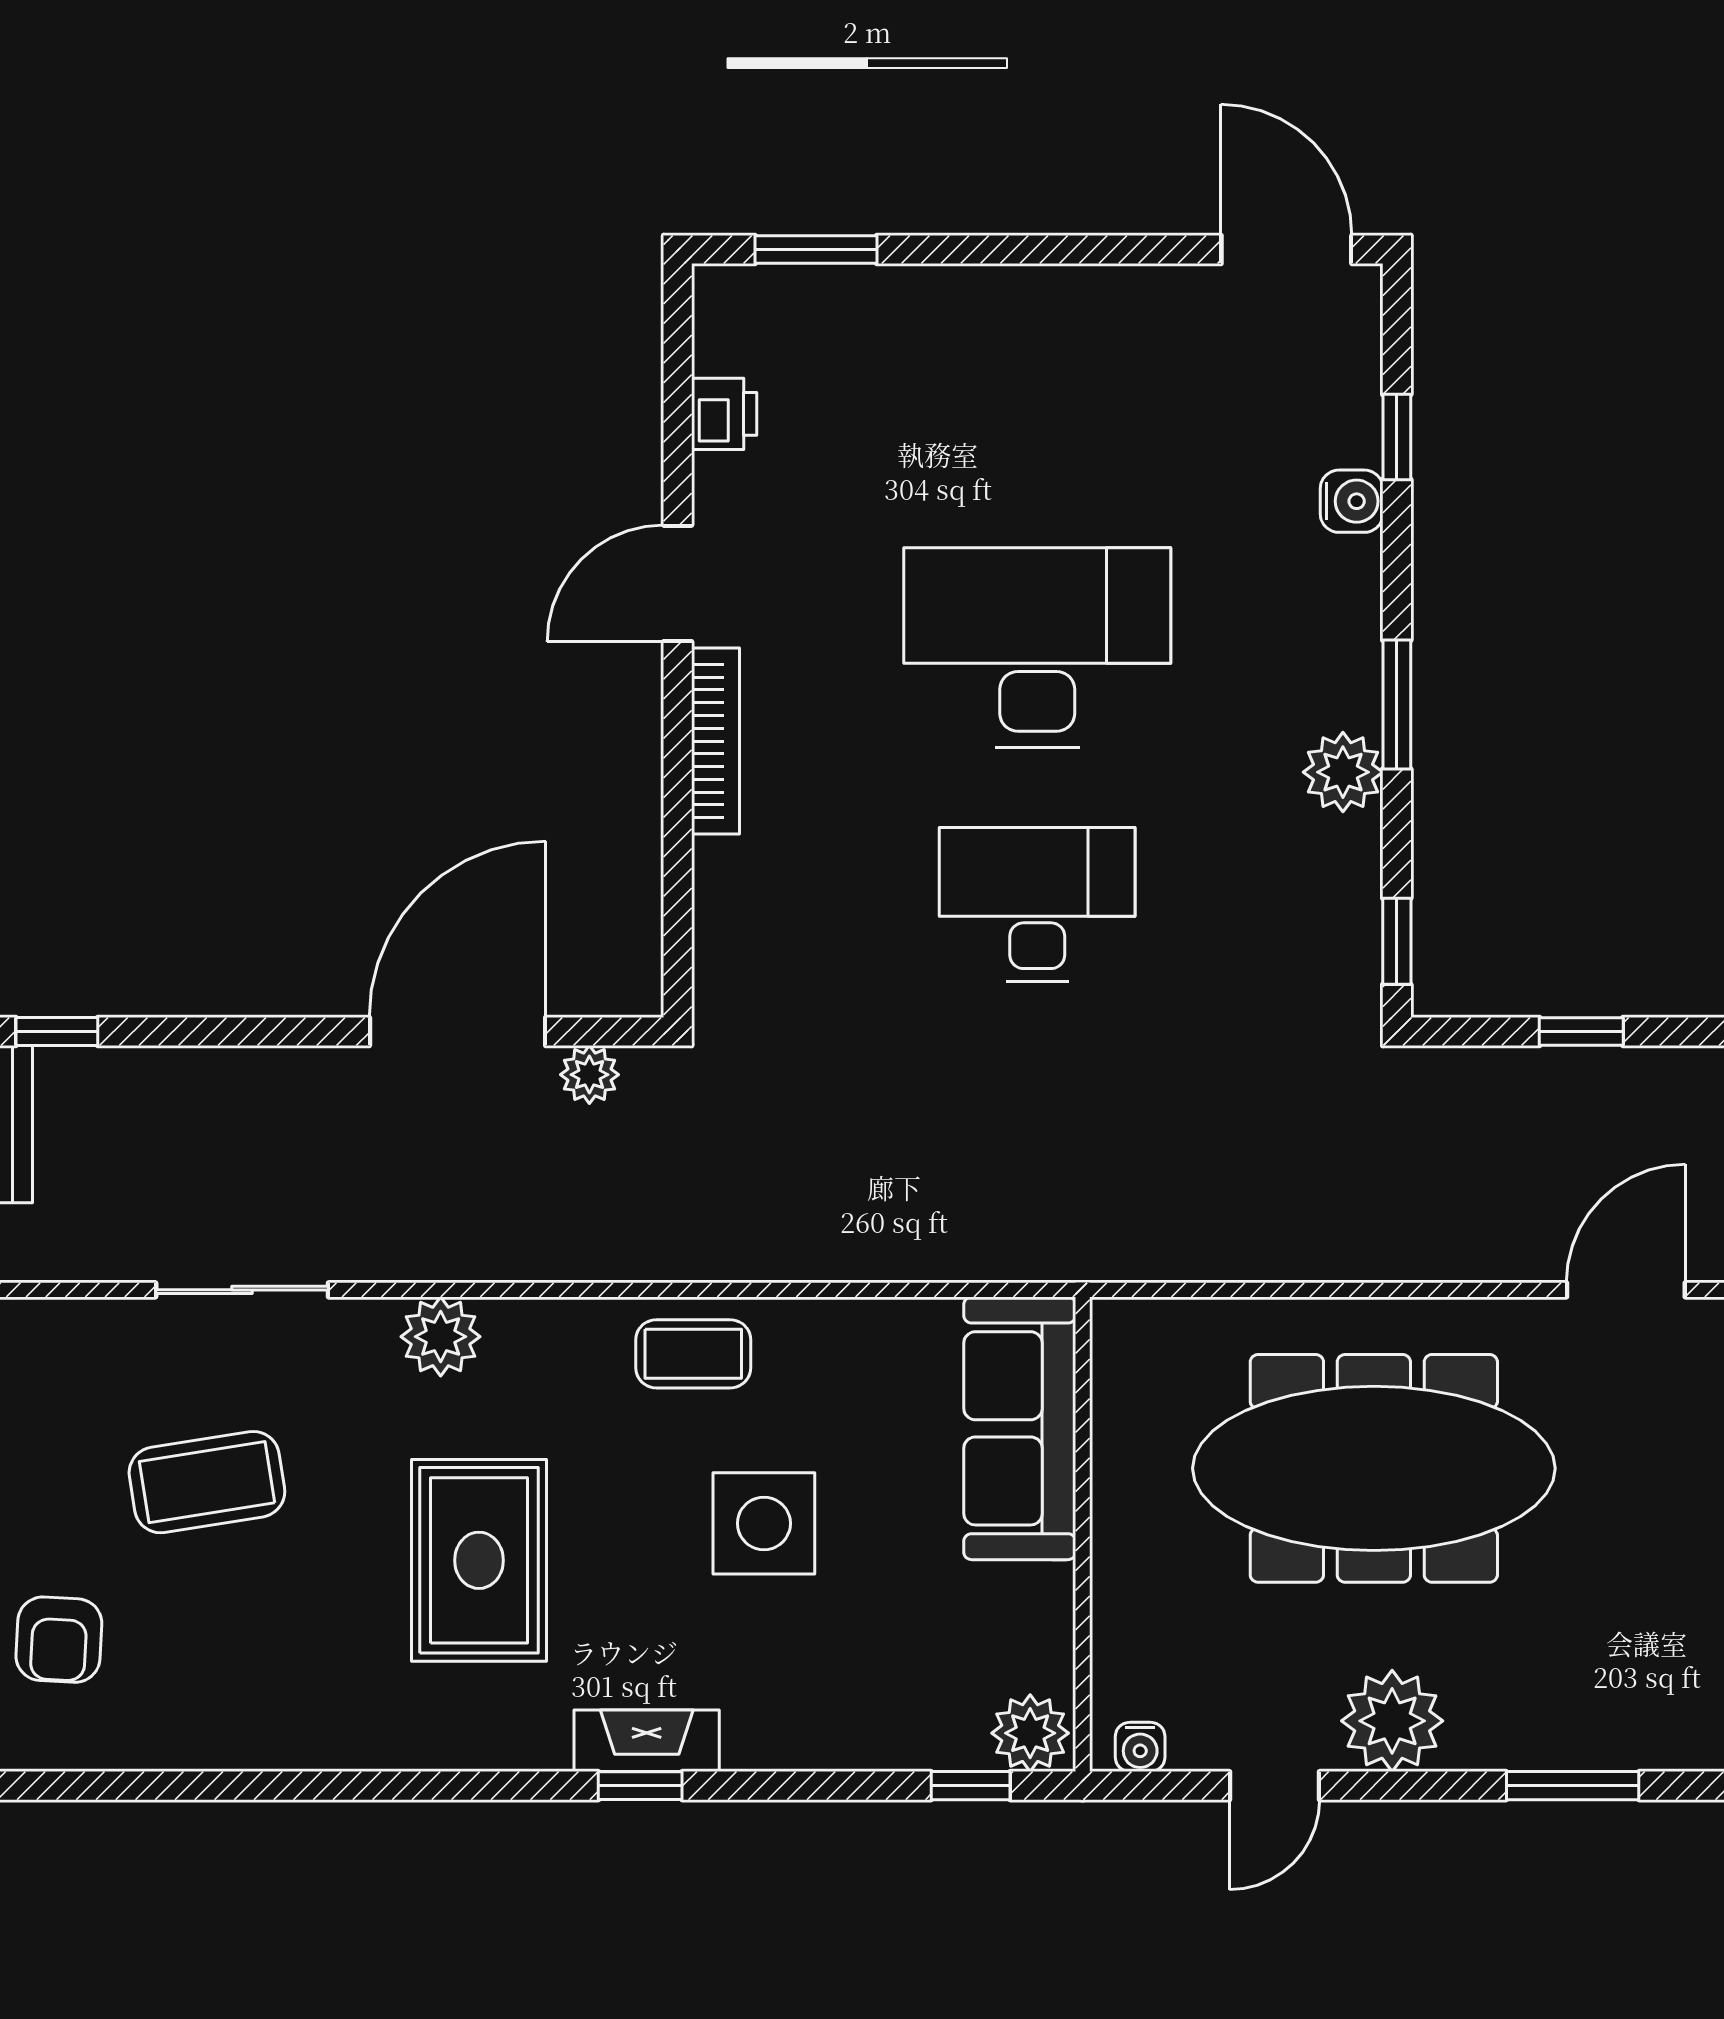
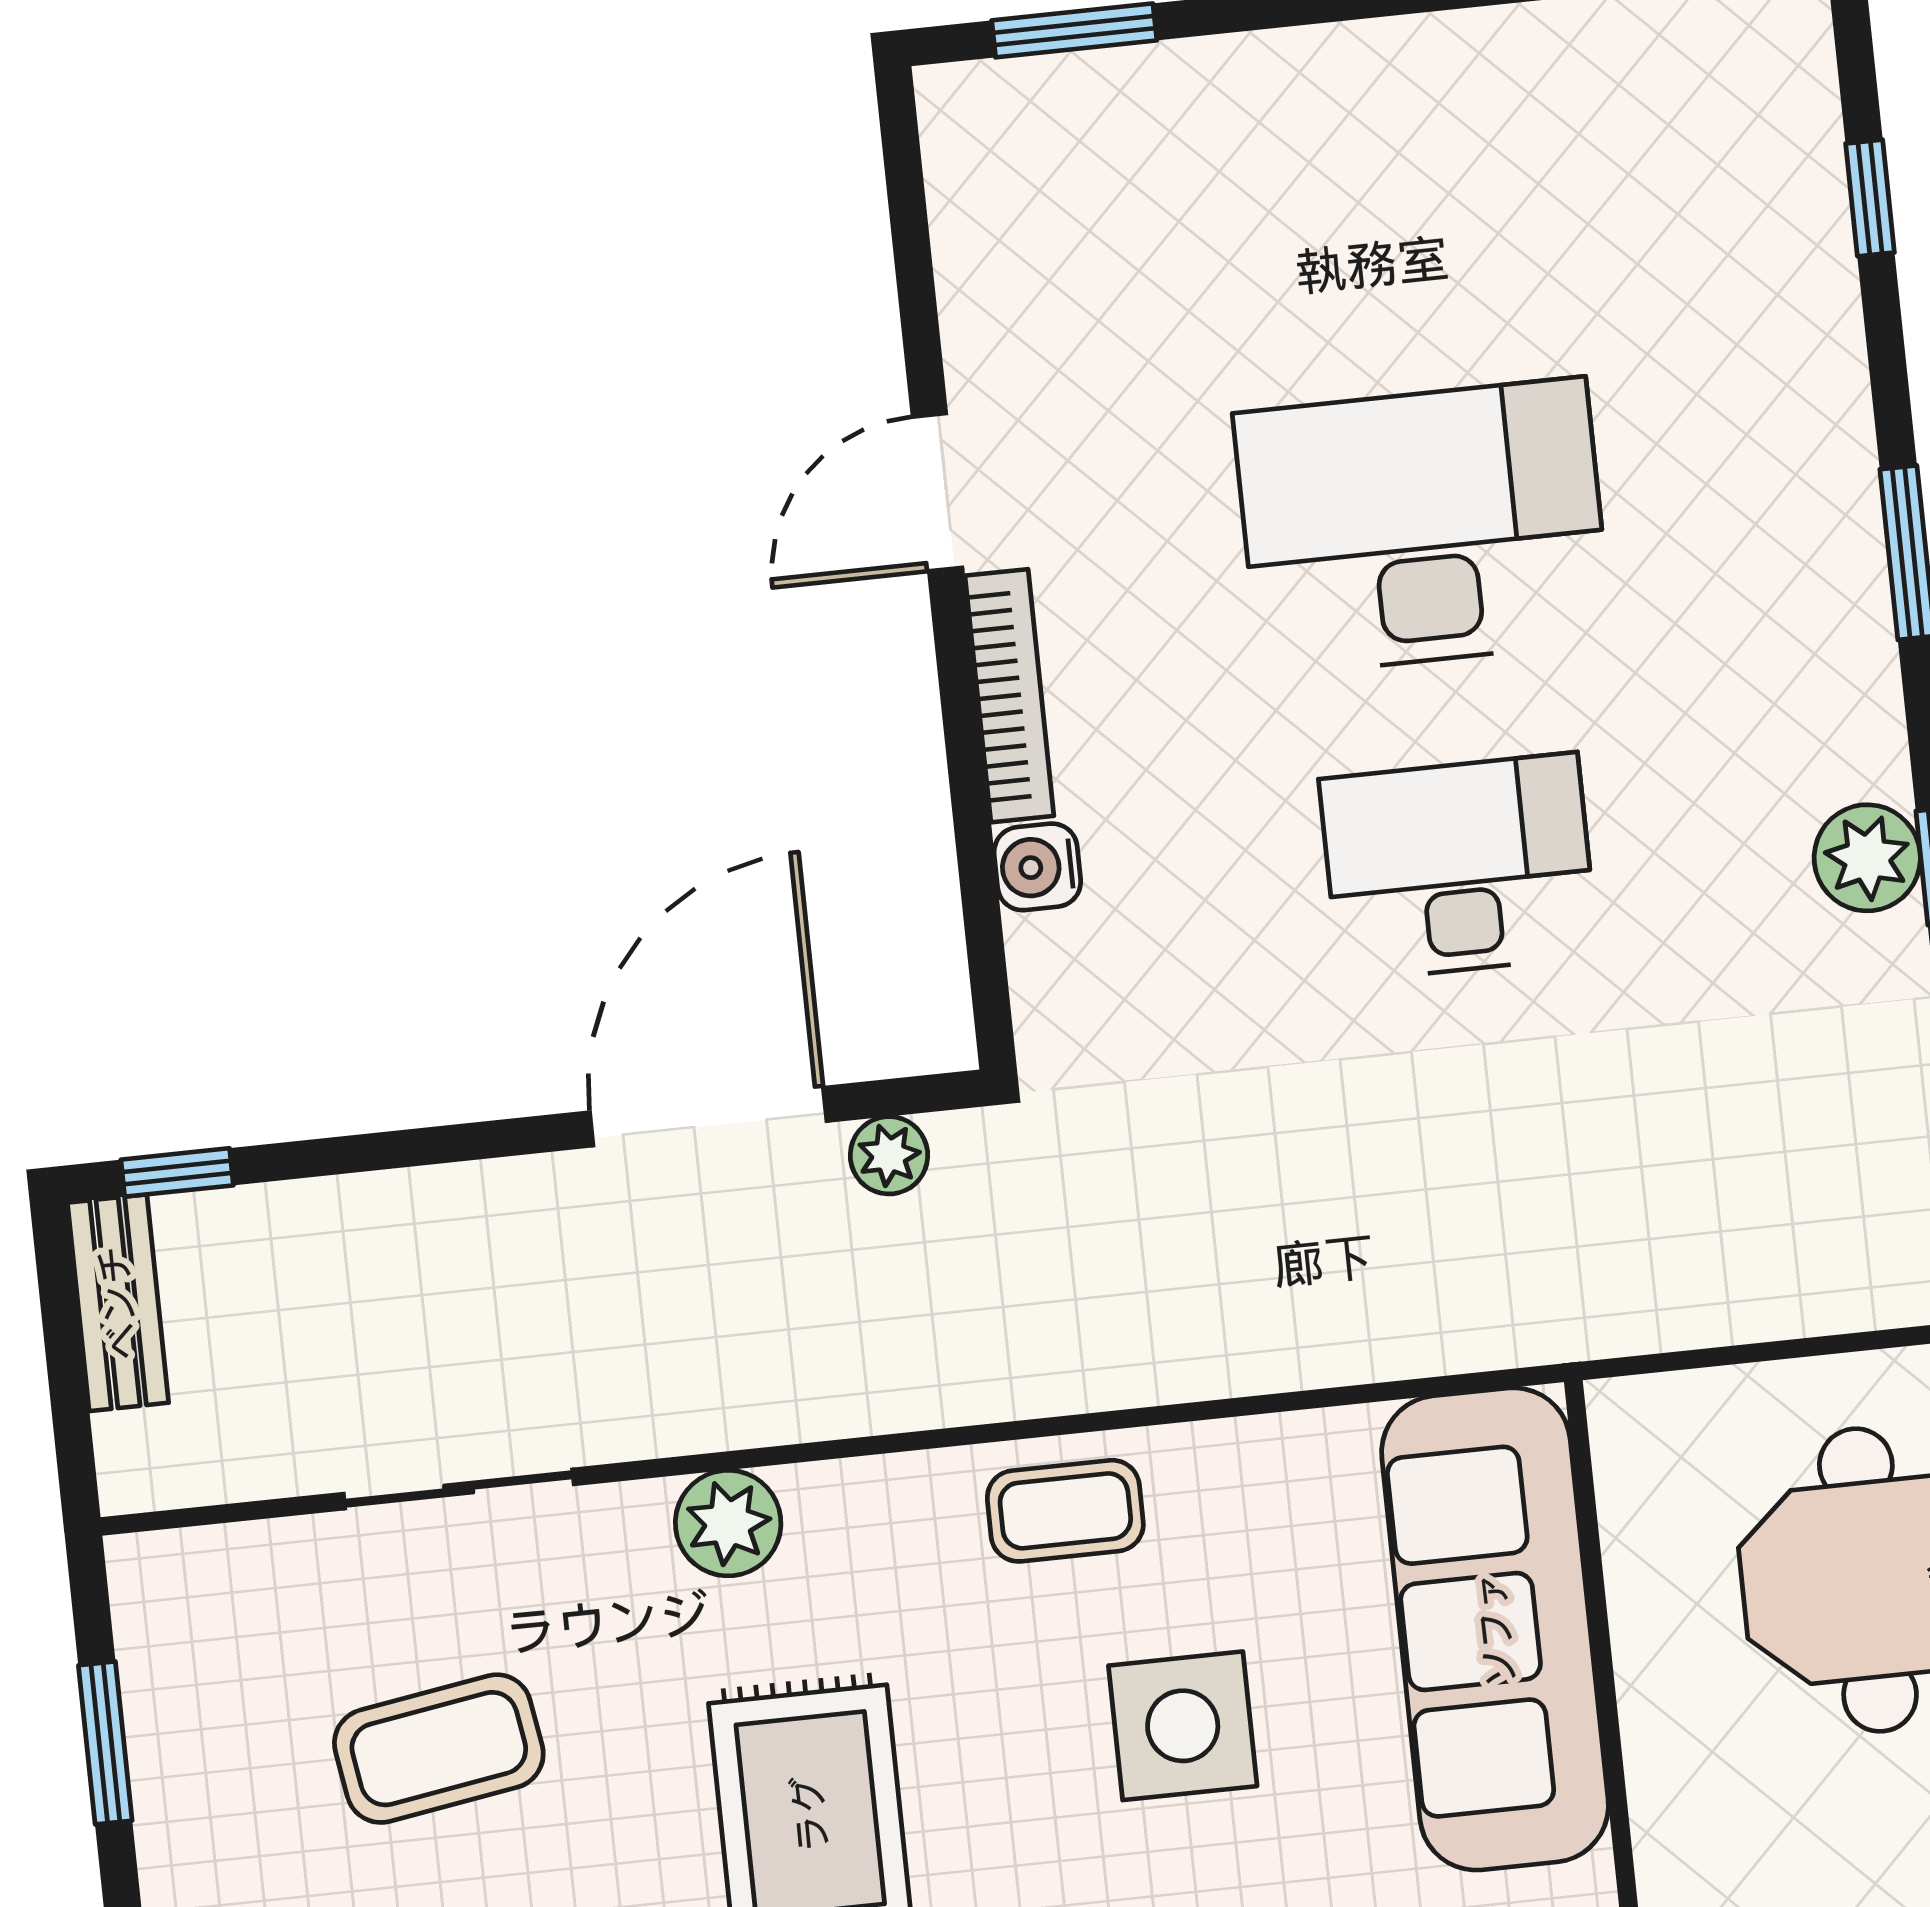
printer: (724, 414) -> (975, 261), removed
water cooler: (1352, 501) -> (1037, 867), moved, turned 180
plant: (1343, 772) -> (1867, 858), moved
sofa: (1020, 1428) -> (1495, 1629), width x1.36, depth x1.27

